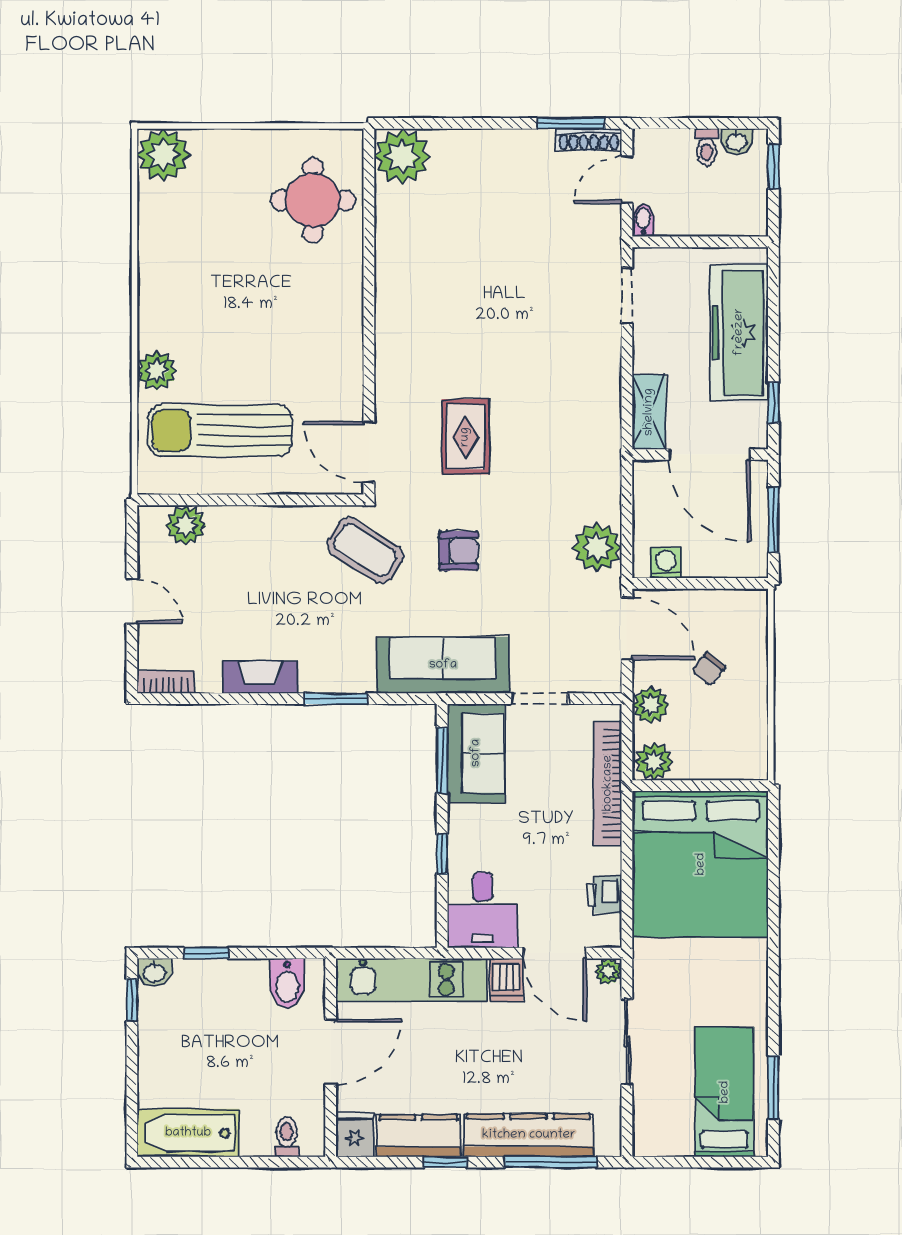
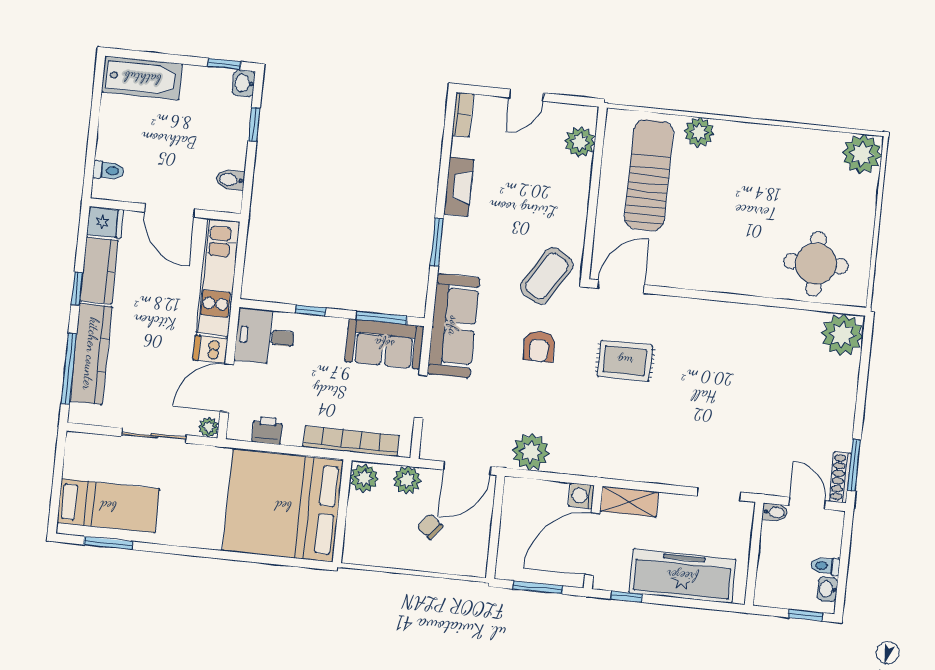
washing machine: (666, 563) -> (581, 496), moved, turned 180
bidet: (287, 983) -> (230, 180), width x0.72, depth x0.74
bathtub: (188, 1133) -> (142, 78), moved, turned 90

